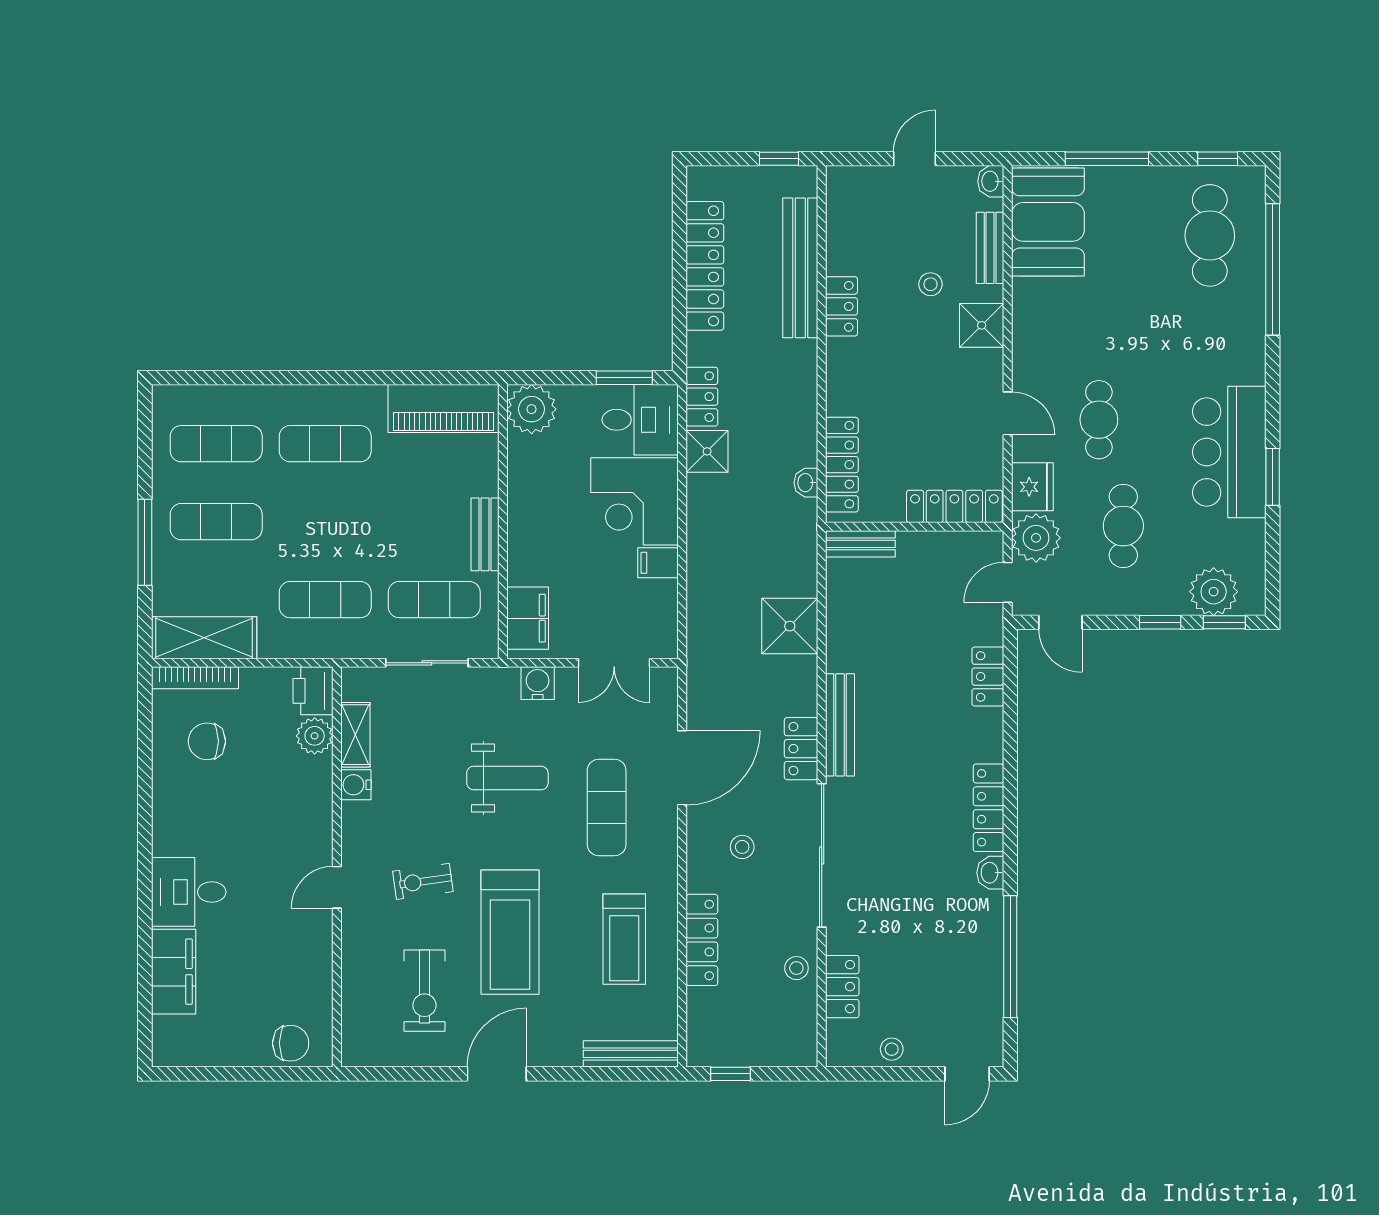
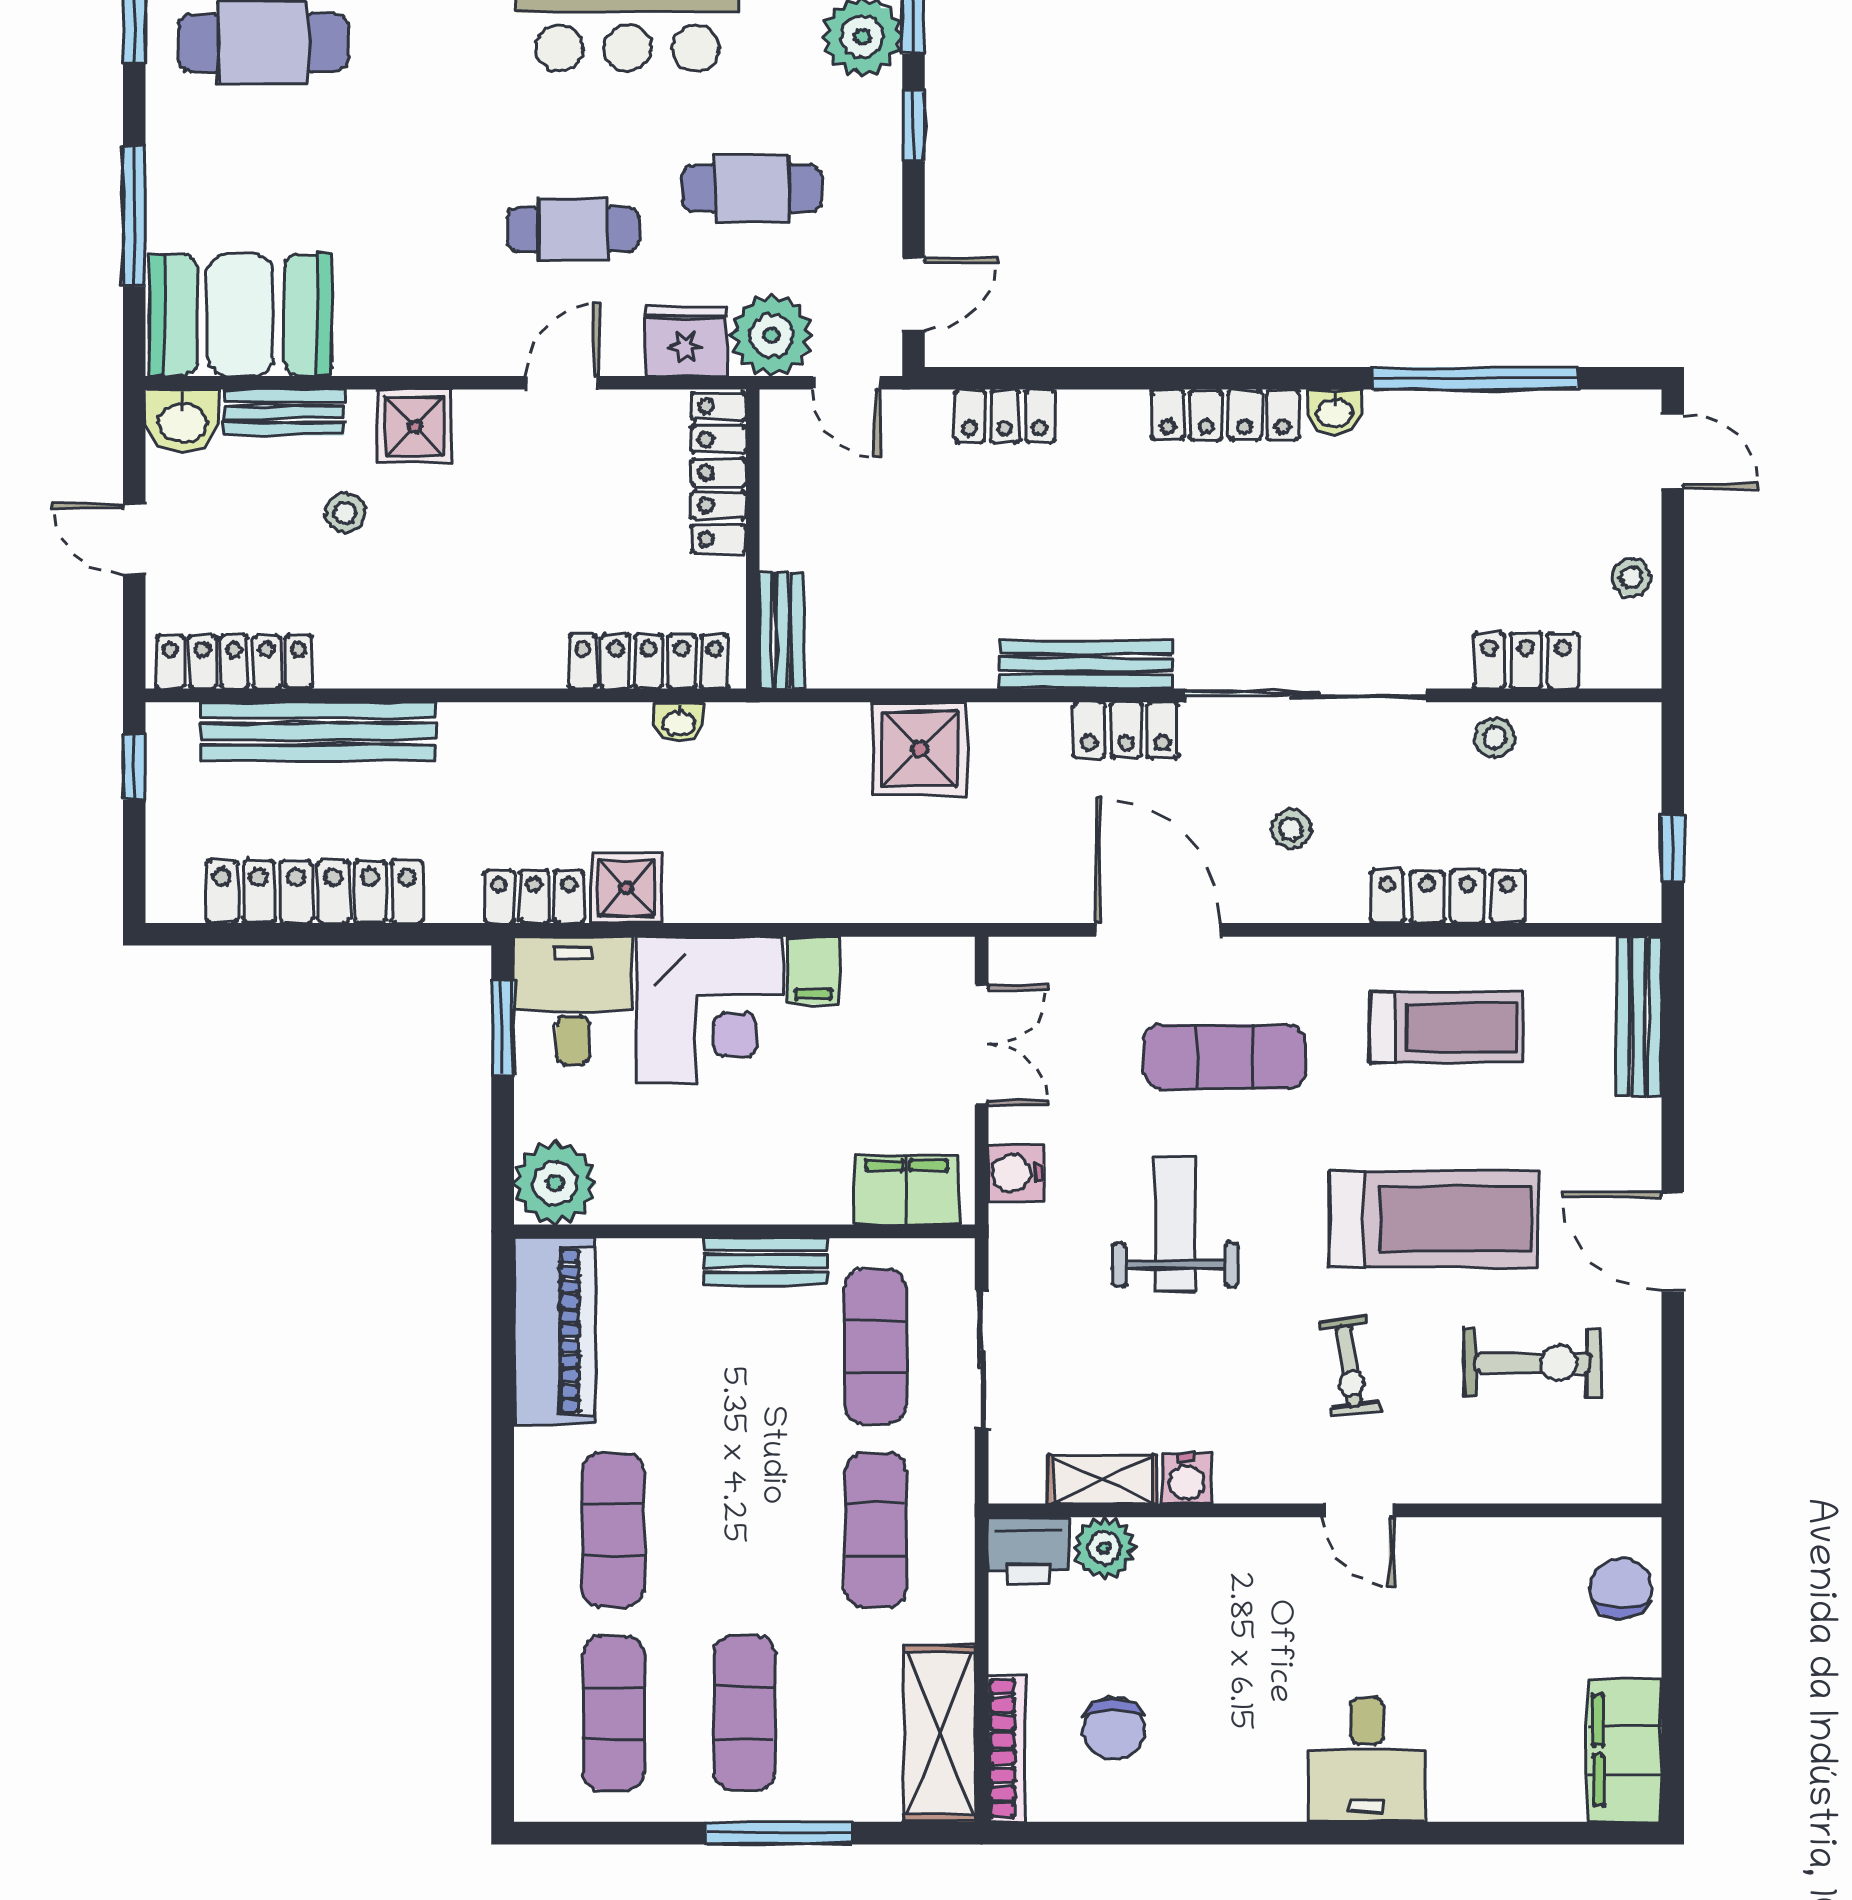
washbasin: (991, 181) -> (182, 421), width x1.38, depth x1.45
locker: (841, 306) -> (235, 662), moved, width x1.53
filing cabinet: (174, 972) -> (1624, 1750), moved, turned -90

